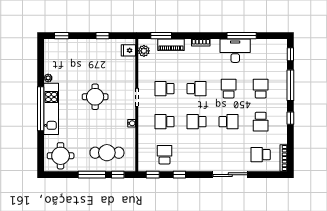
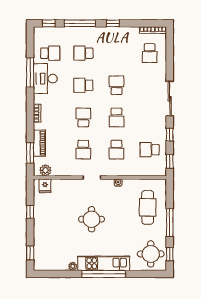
school desk: (261, 122) -> (50, 53), moved
window: (118, 175) -> (170, 254), moved
sliding door: (230, 175) -> (170, 99), moved

